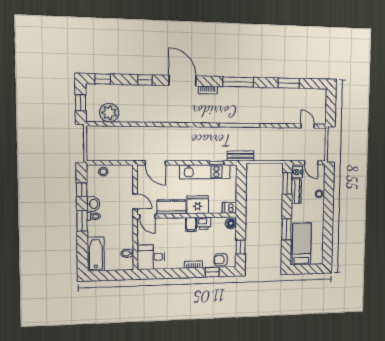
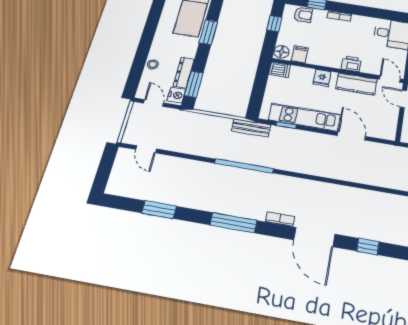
door: (155, 163) -> (351, 136), moved
fridge: (198, 205) -> (322, 78), width x0.53, depth x0.75
printer: (204, 223) -> (351, 64), moved
filing cabinet: (191, 224) -> (300, 54), moved

